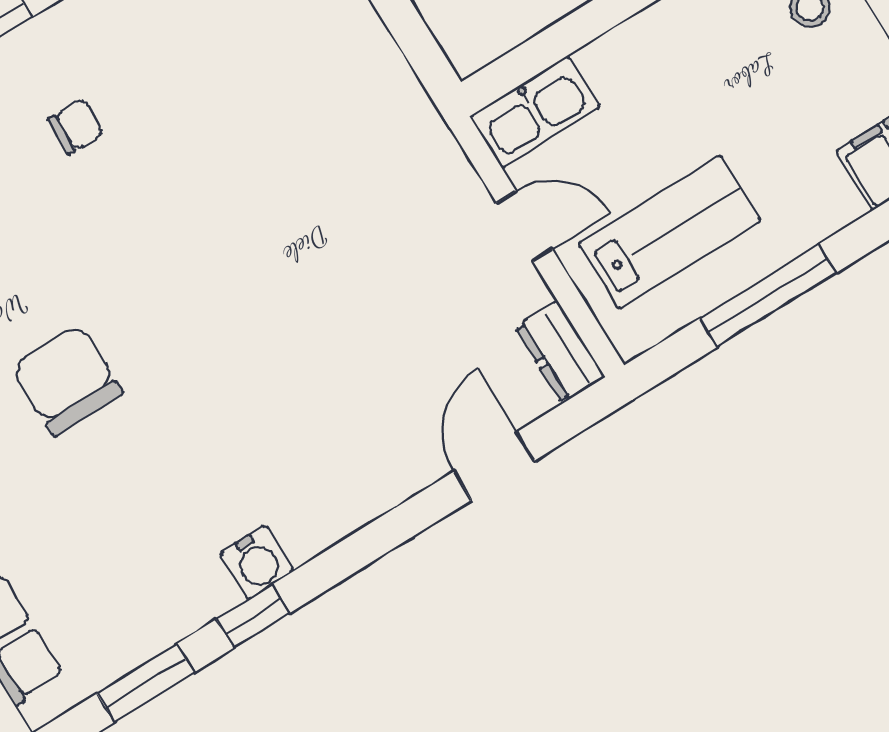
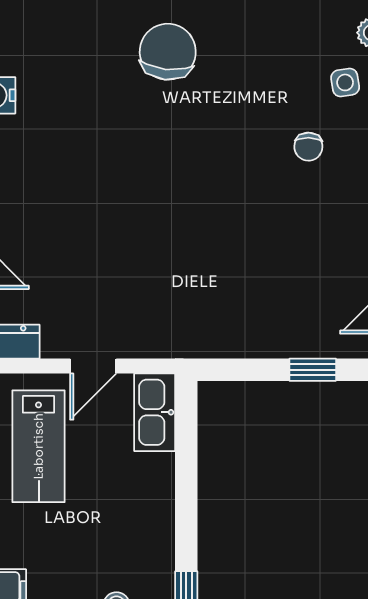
chair: (67, 380) -> (168, 52), turned -84

